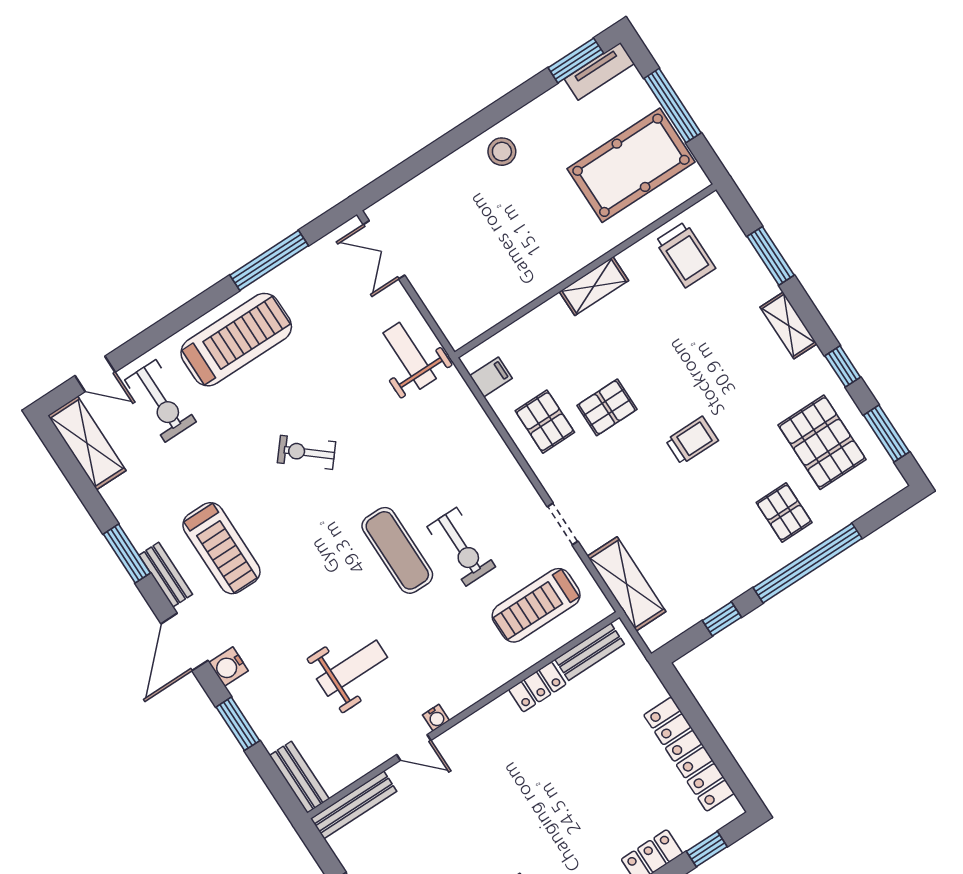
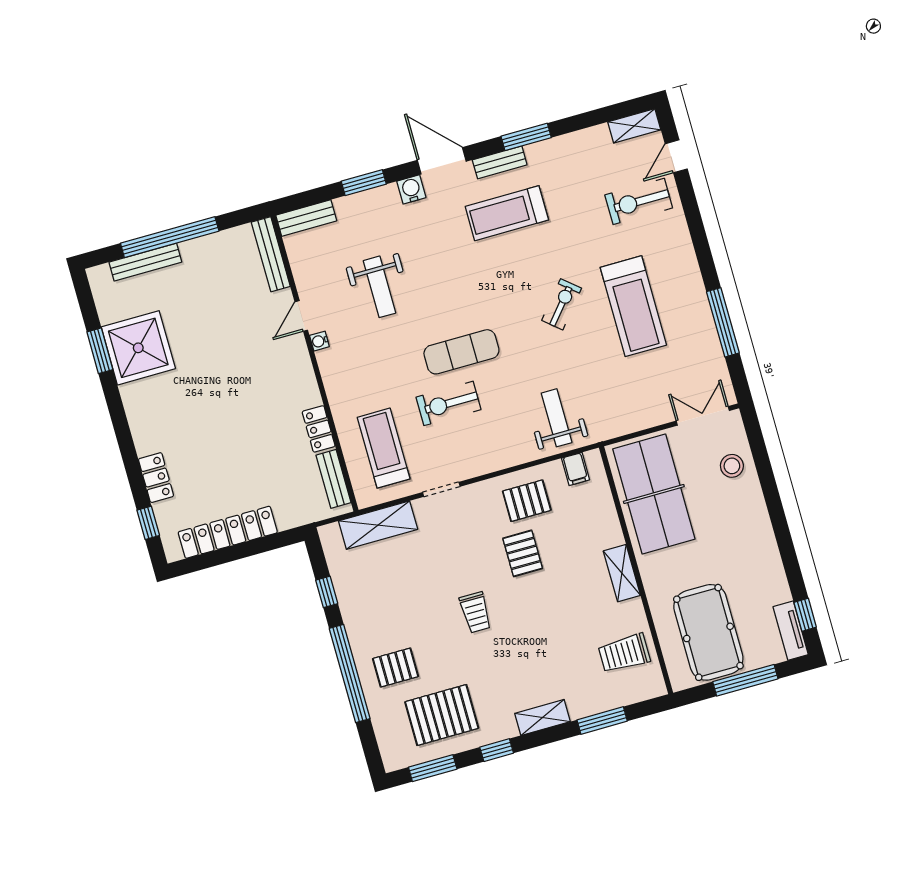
window: (576, 60) -> (805, 615), width x0.67
stool: (502, 152) -> (732, 466), moved
table tennis table: (491, 278) -> (654, 494), added
treadmill: (236, 340) -> (633, 306), moved
weight bench: (410, 356) -> (557, 418), moved, turned -90
shelving: (87, 443) -> (634, 126), width x0.67, depth x0.75

